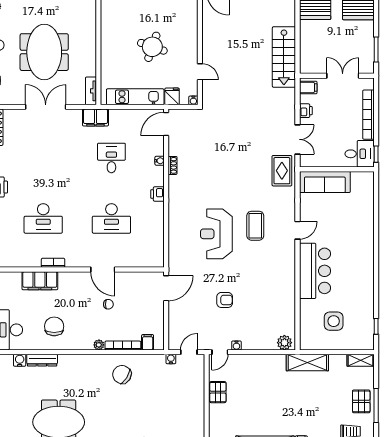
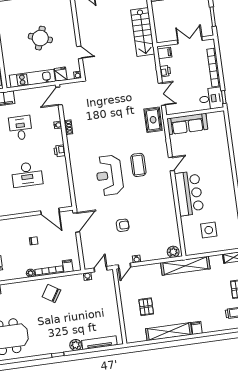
door: (103, 269) -> (50, 211), moved
shelving: (307, 363) -> (185, 266), width x1.47
pallet: (218, 392) -> (146, 307), moved

